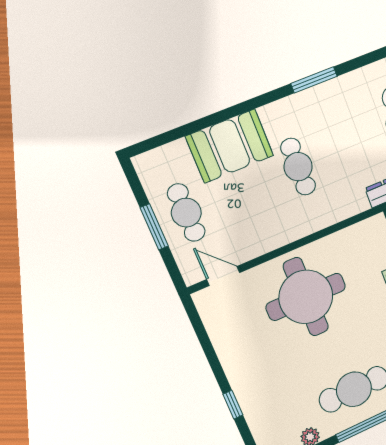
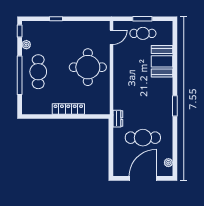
cafe table: (298, 167) -> (143, 86), removed

